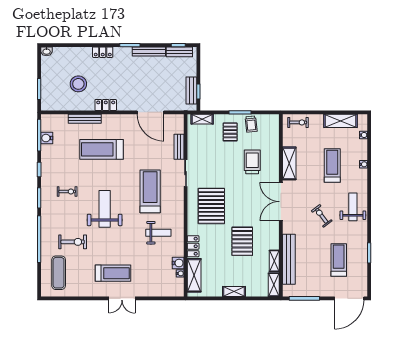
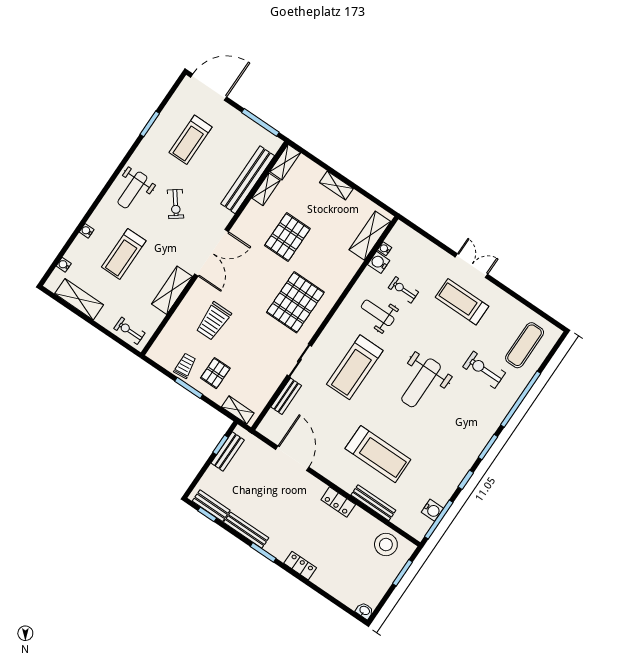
stool: (78, 84) -> (386, 545), moved
exercise bike: (67, 192) -> (403, 290), moved
locker: (193, 246) -> (348, 270), removed

